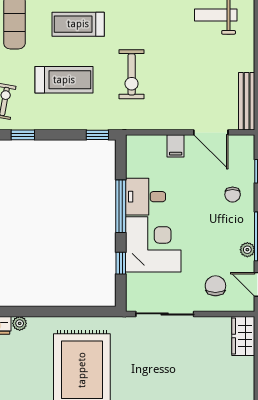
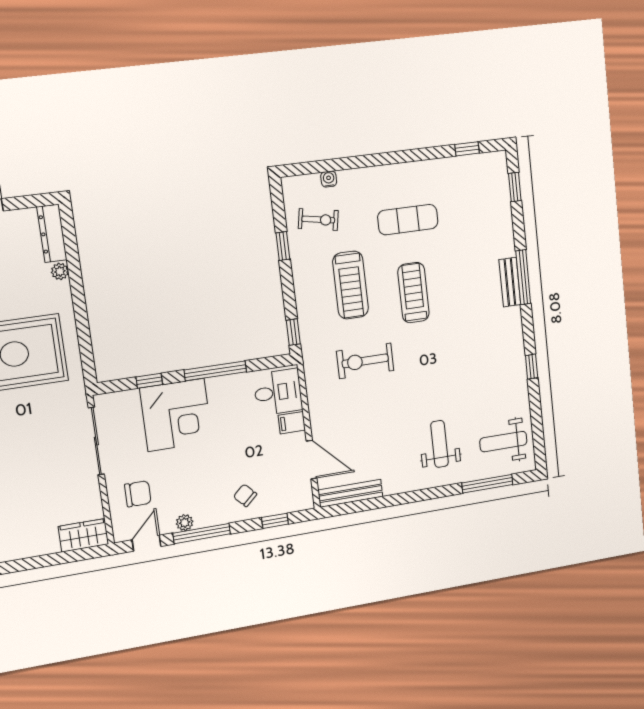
door: (211, 132) -> (312, 460), swing flipped
chair: (233, 195) -> (245, 495), turned 47
desk: (145, 197) -> (278, 392), moved, turned 90

